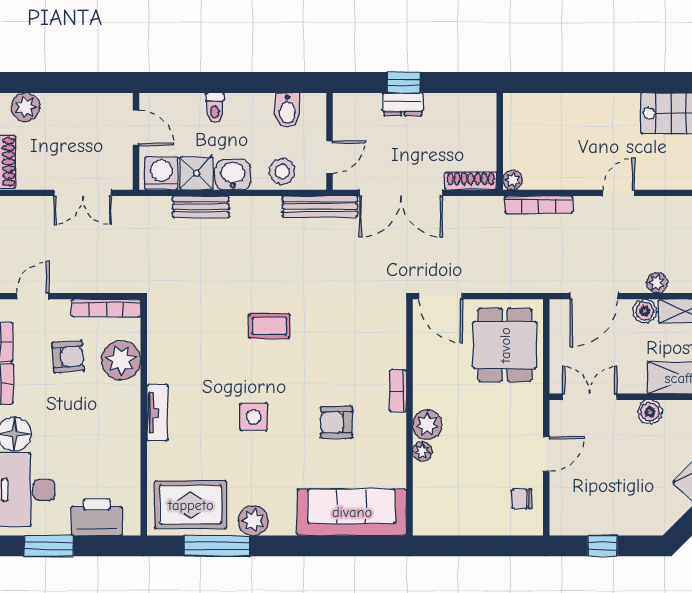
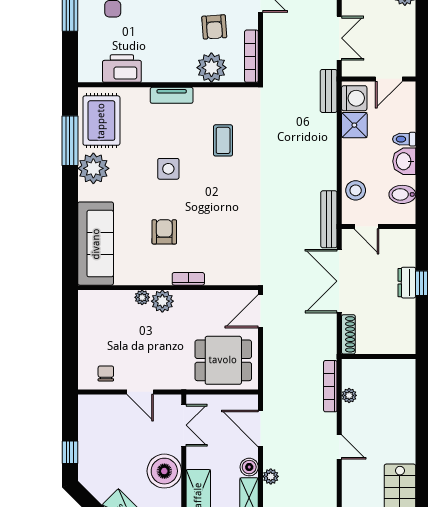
washbasin: (233, 175) -> (404, 161), moved, turned 180
plant: (513, 180) -> (349, 395), moved
double door: (83, 193) -> (339, 38), swing flipped
bench: (201, 207) -> (329, 91), moved
coffee table: (269, 326) -> (223, 140), moved
boiler: (650, 412) -> (164, 471), width x1.86, depth x1.86
printer: (97, 517) -> (122, 69), moved, turned -90
plant: (253, 521) -> (93, 168), width x1.36, depth x1.36
window: (603, 546) -> (70, 452), moved

